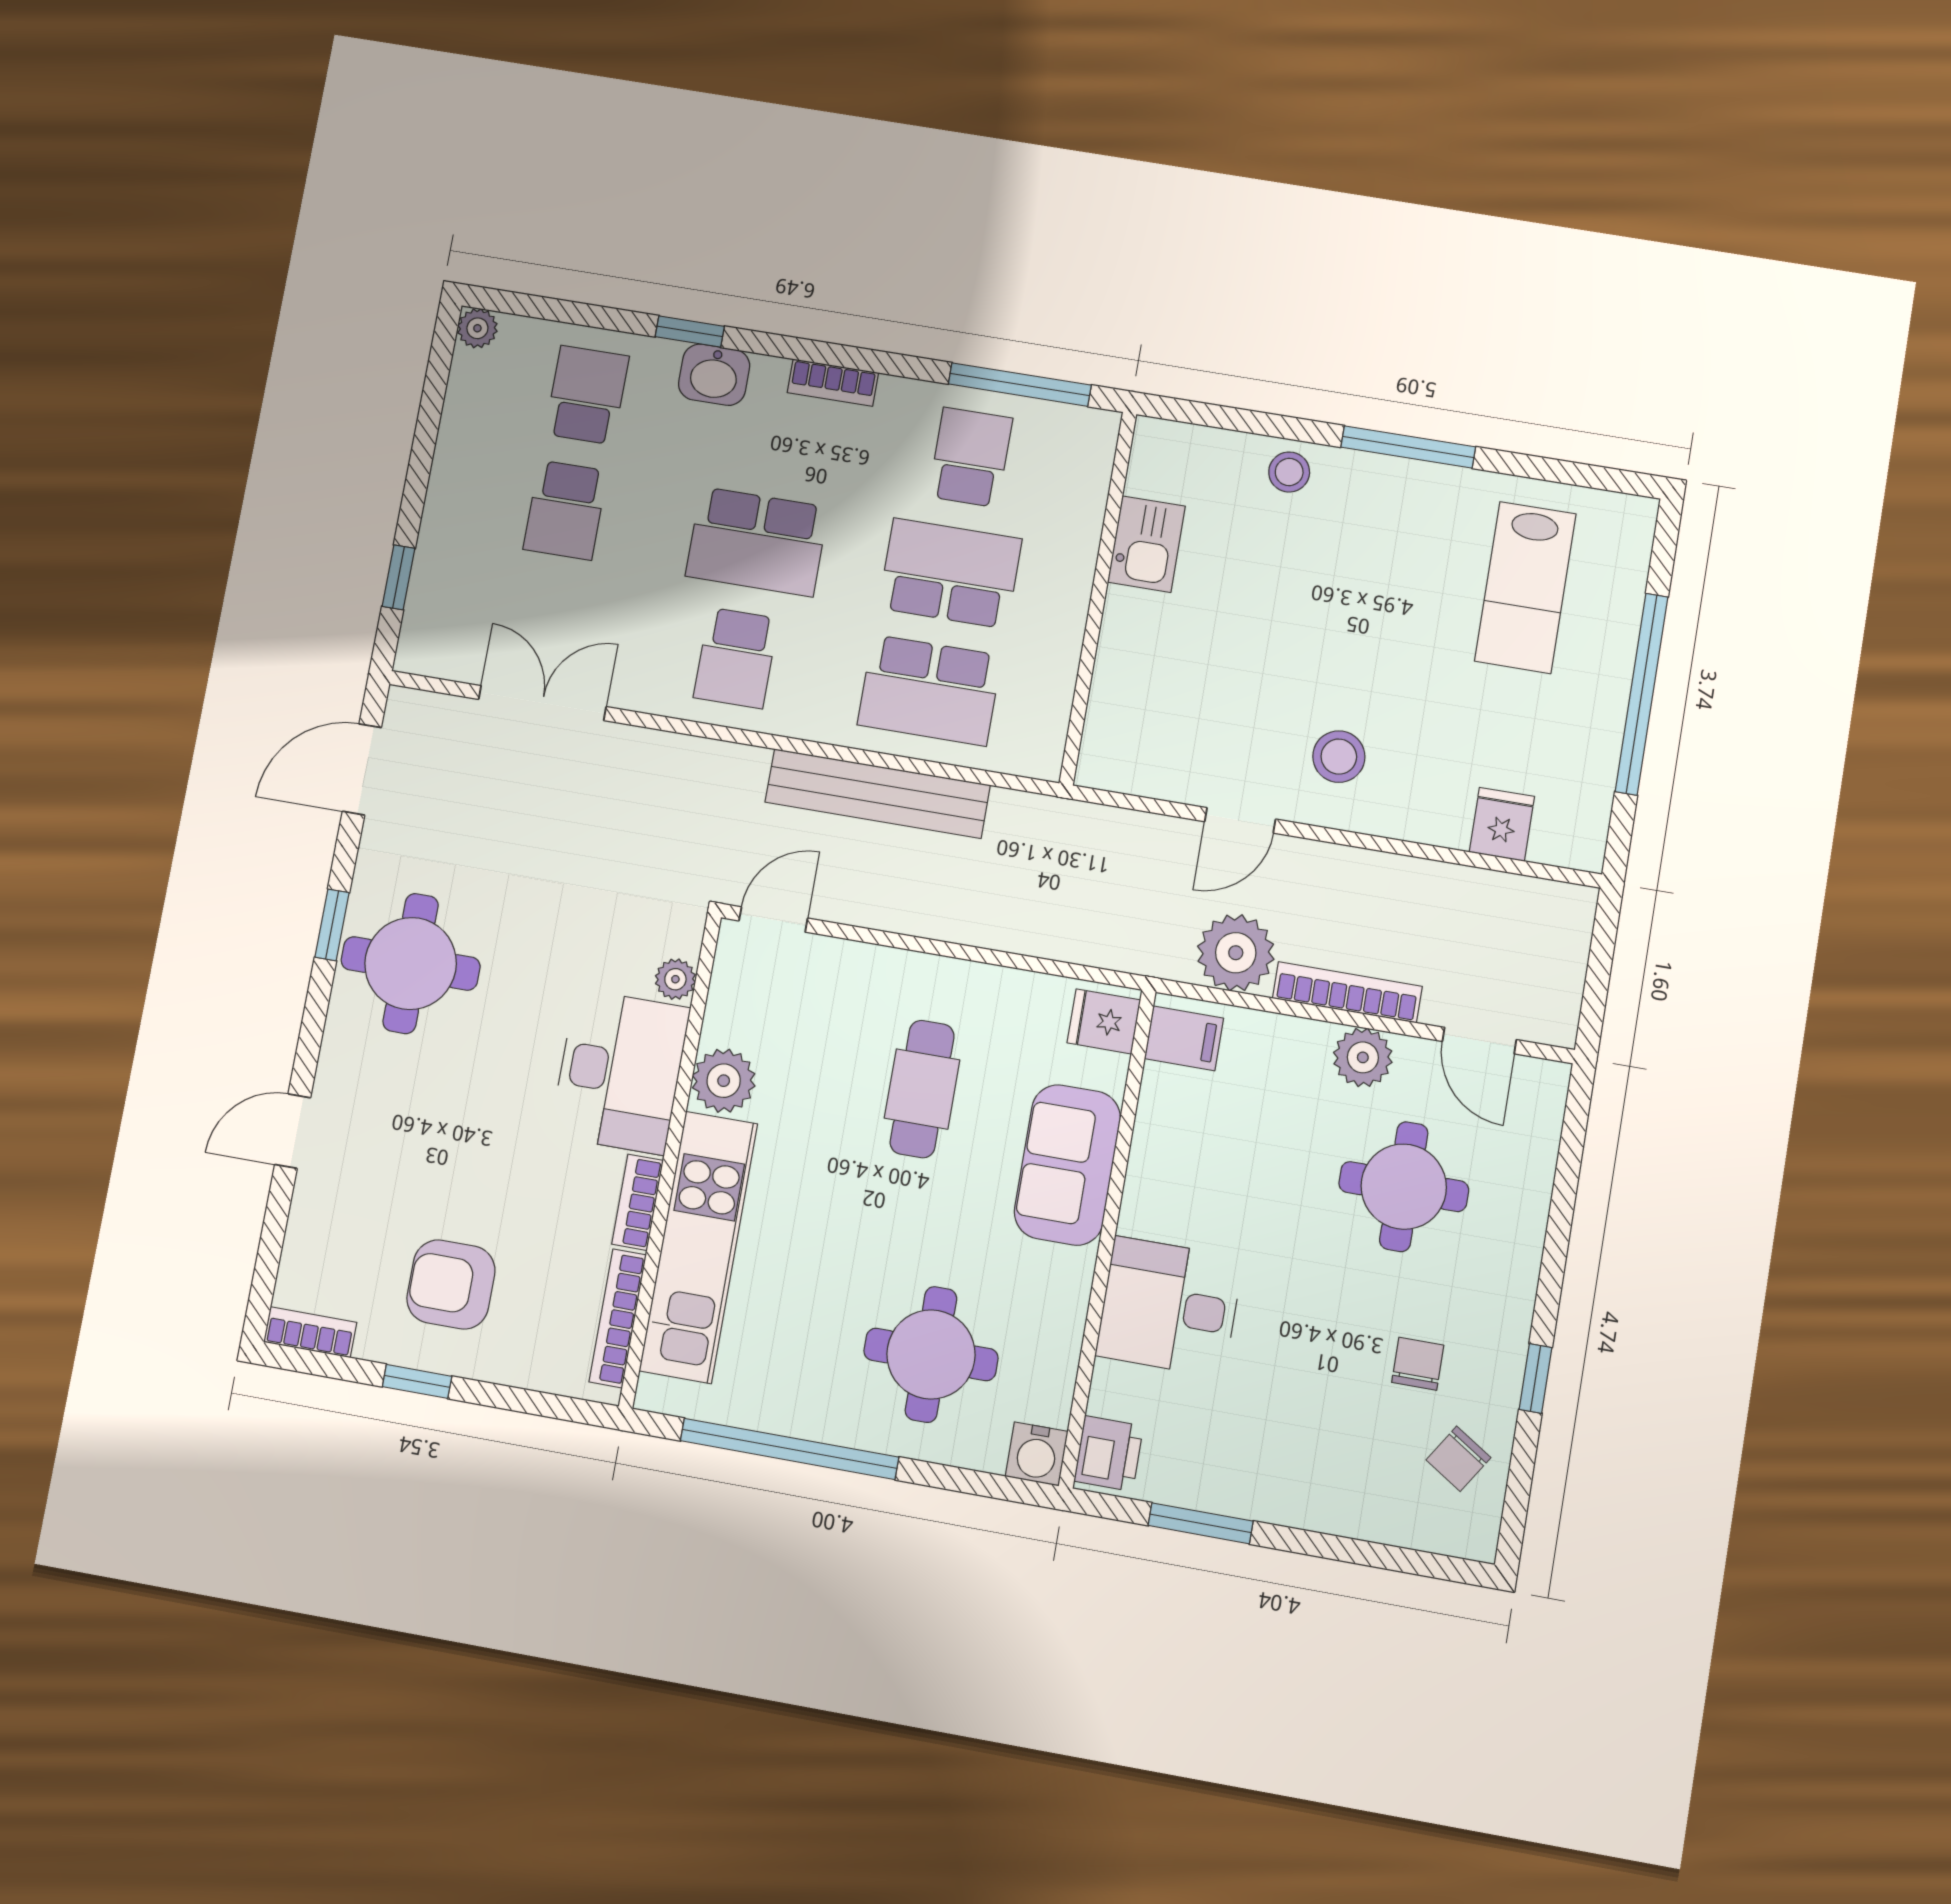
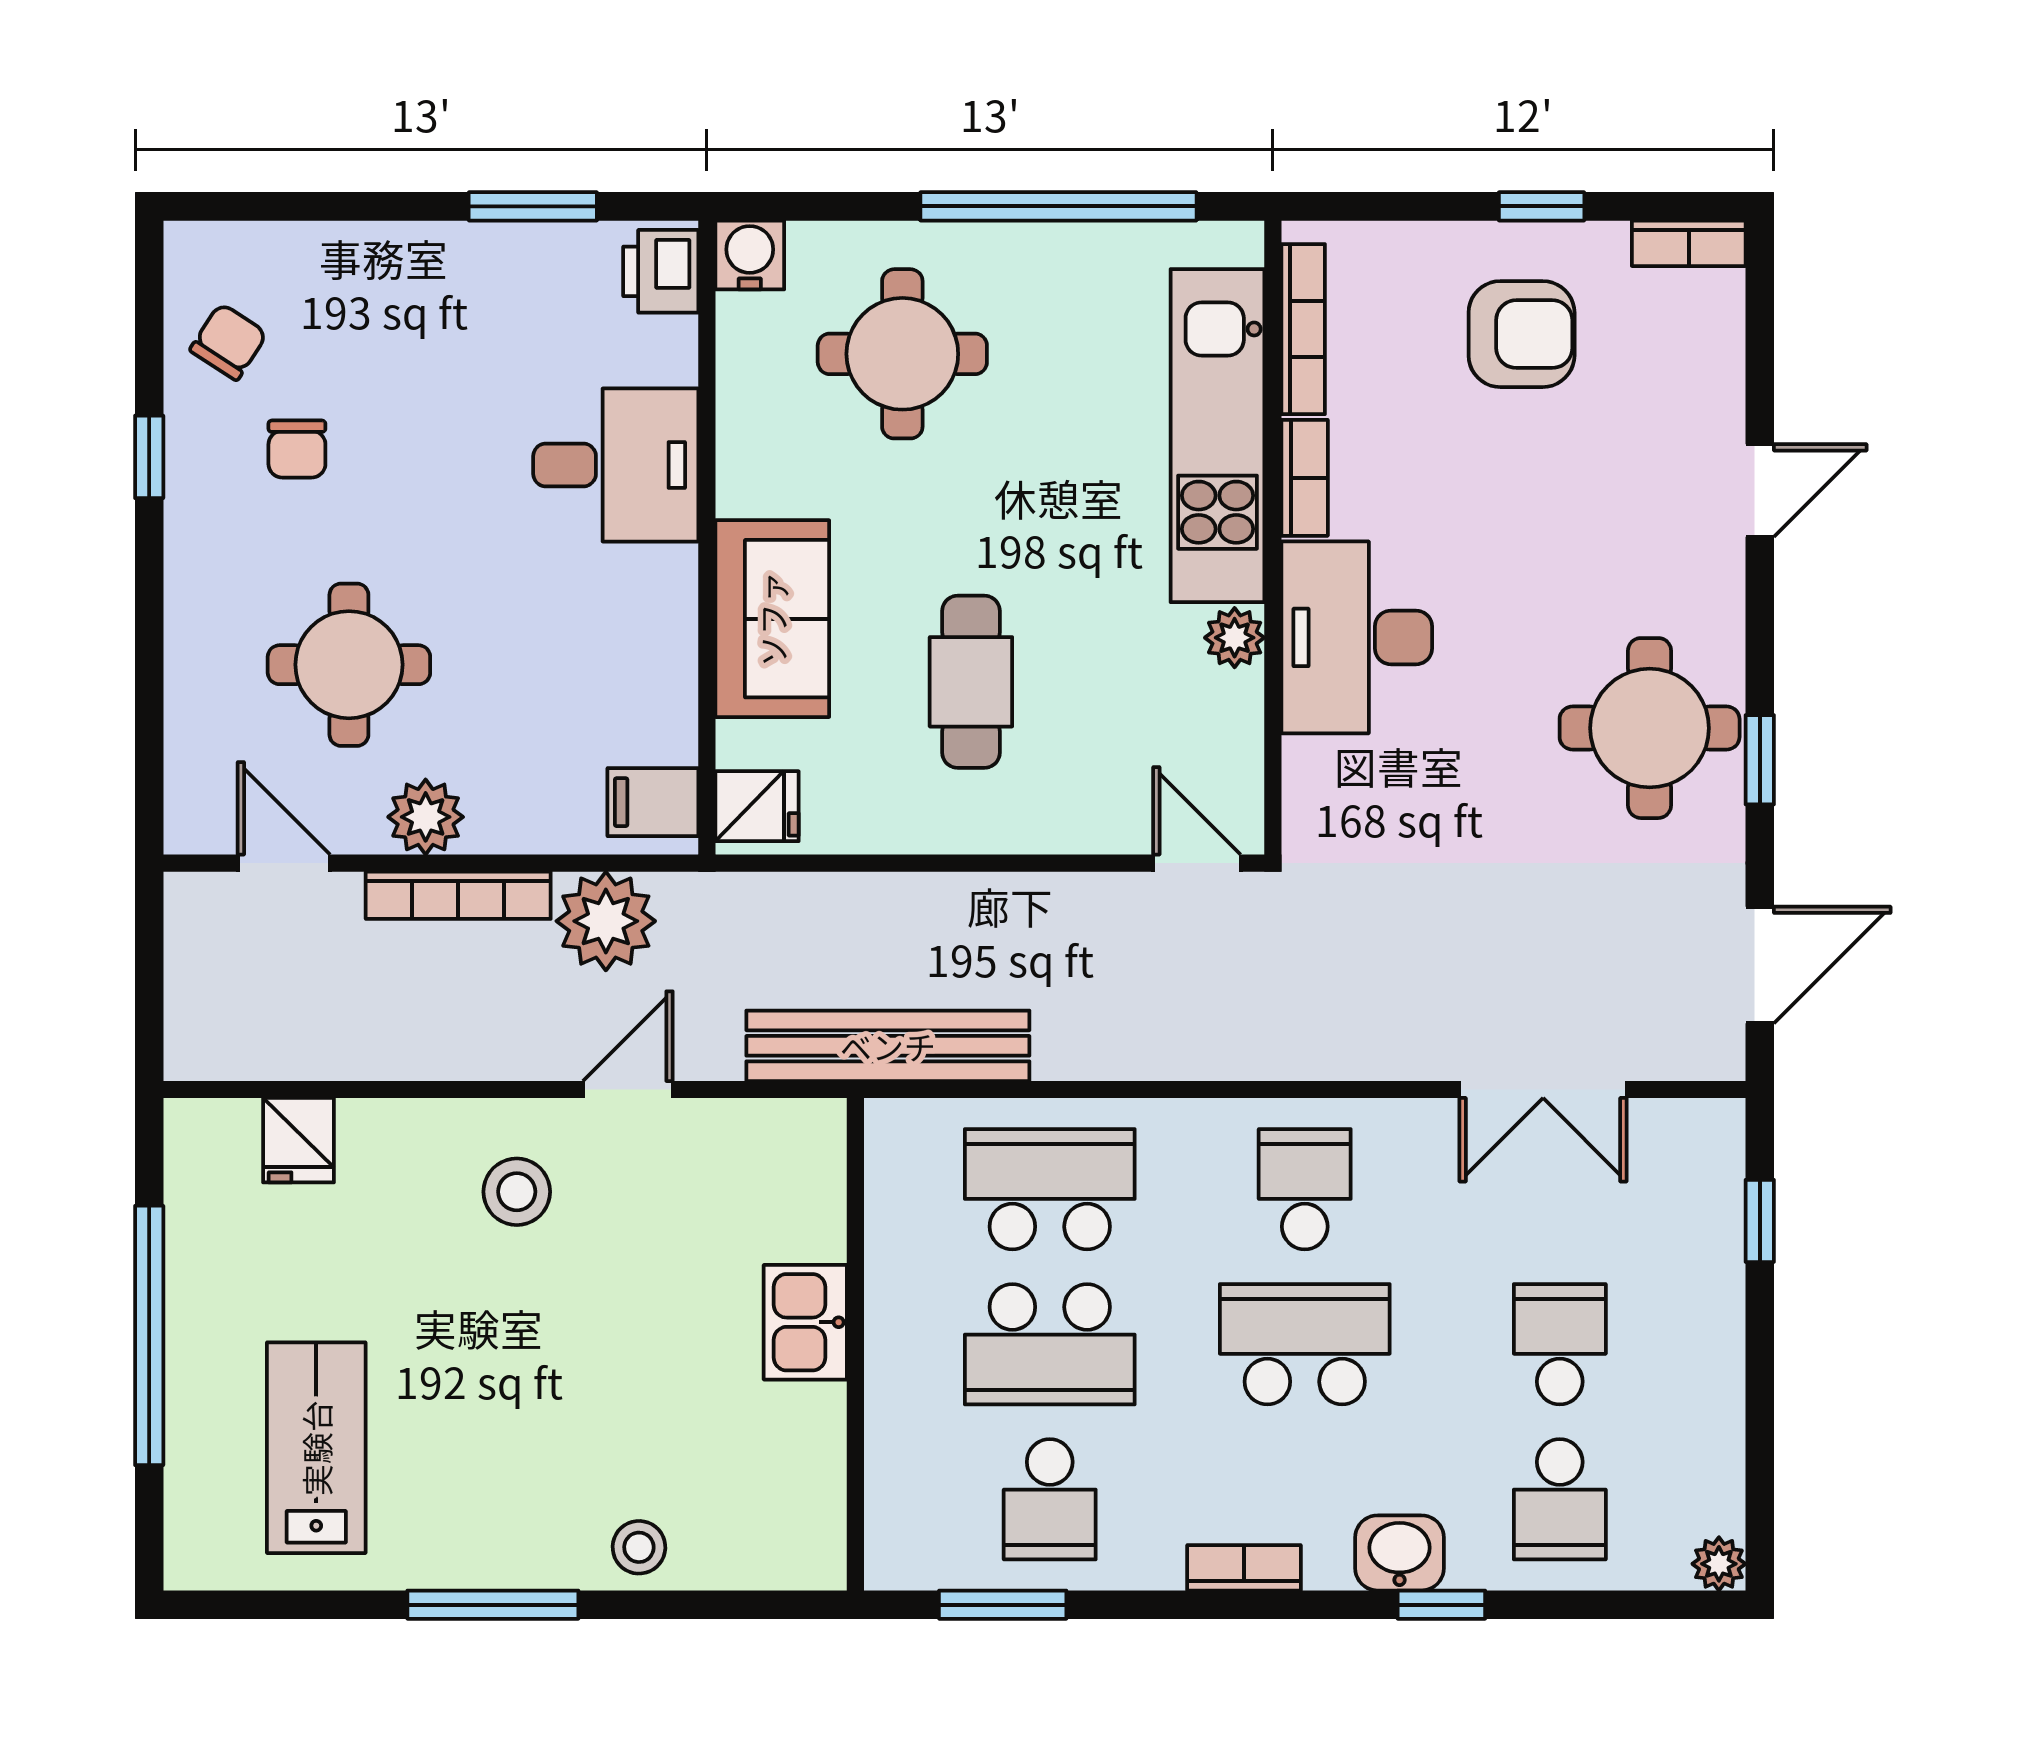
window: (1020, 385) -> (1003, 1605), width x0.69
kitchen sink: (1146, 544) -> (805, 1322), moved
bench: (877, 794) -> (888, 1046), moved
door: (773, 920) -> (1197, 863), swing flipped
plant: (675, 979) -> (1308, 766), removed
plant: (724, 1081) -> (1235, 638), width x0.73, depth x0.73

